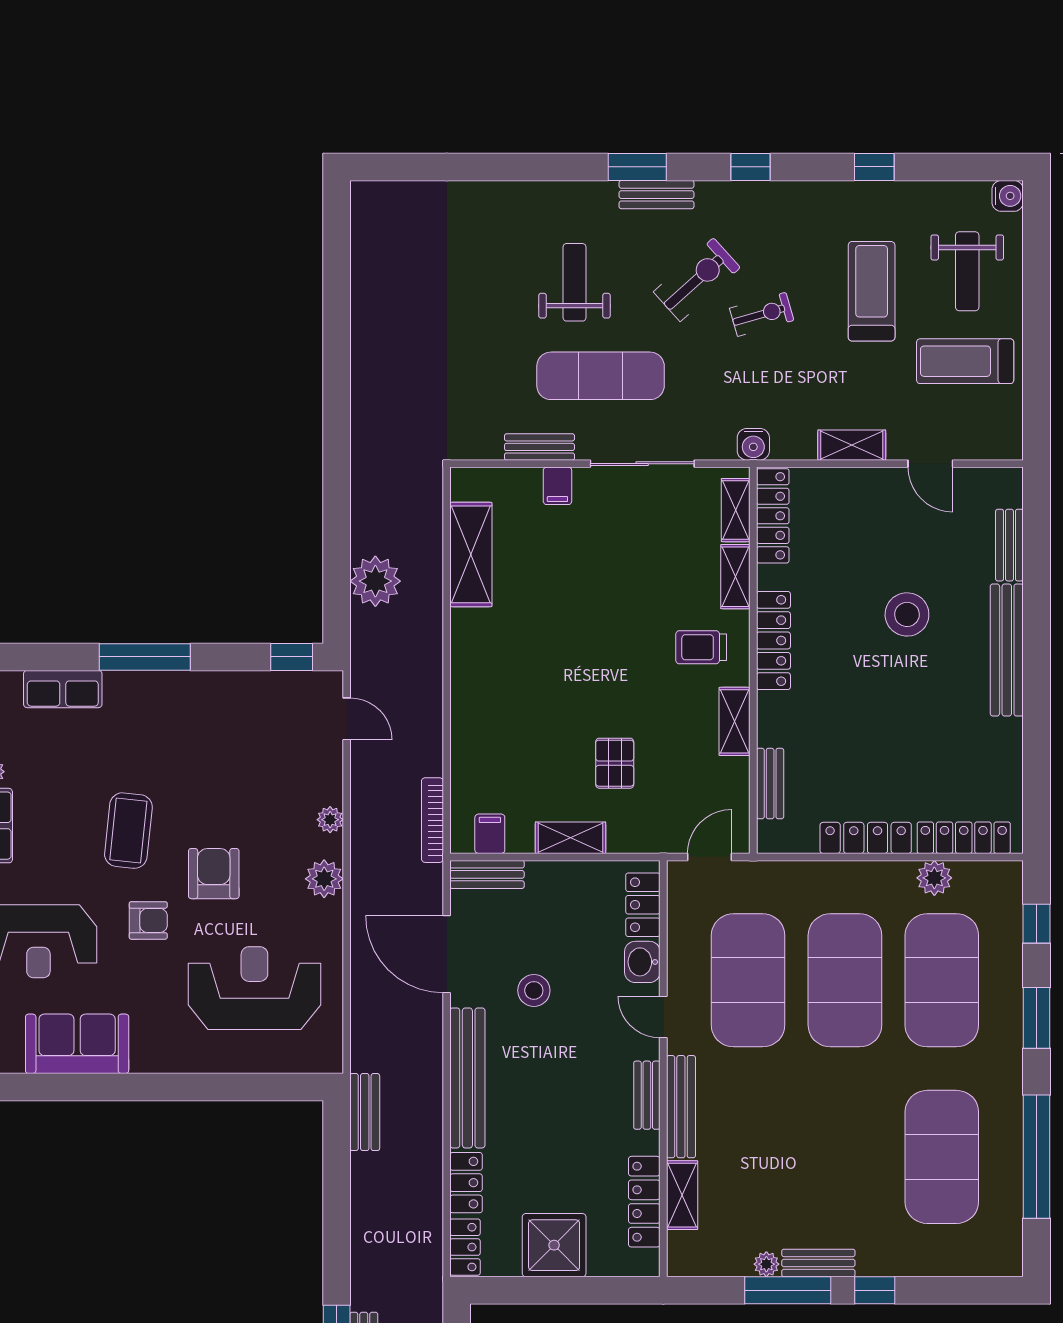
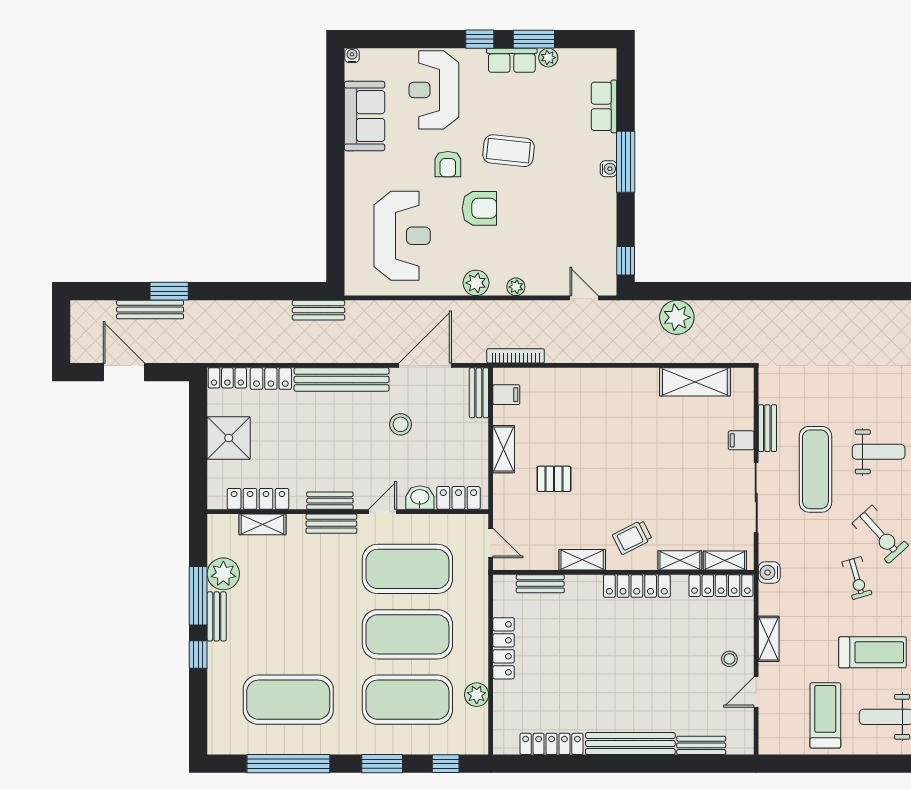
stool: (907, 614) -> (729, 659), moved, width x0.53, depth x0.53
trolley: (701, 647) -> (632, 537), turned -117
water cooler: (155, 682) -> (609, 169), added
door: (347, 719) -> (584, 298), swing flipped
locker: (964, 838) -> (552, 744), moved, turned -90
bench: (681, 1107) -> (331, 524), width x0.73
plant: (766, 1264) -> (223, 574), width x1.88, depth x1.88

